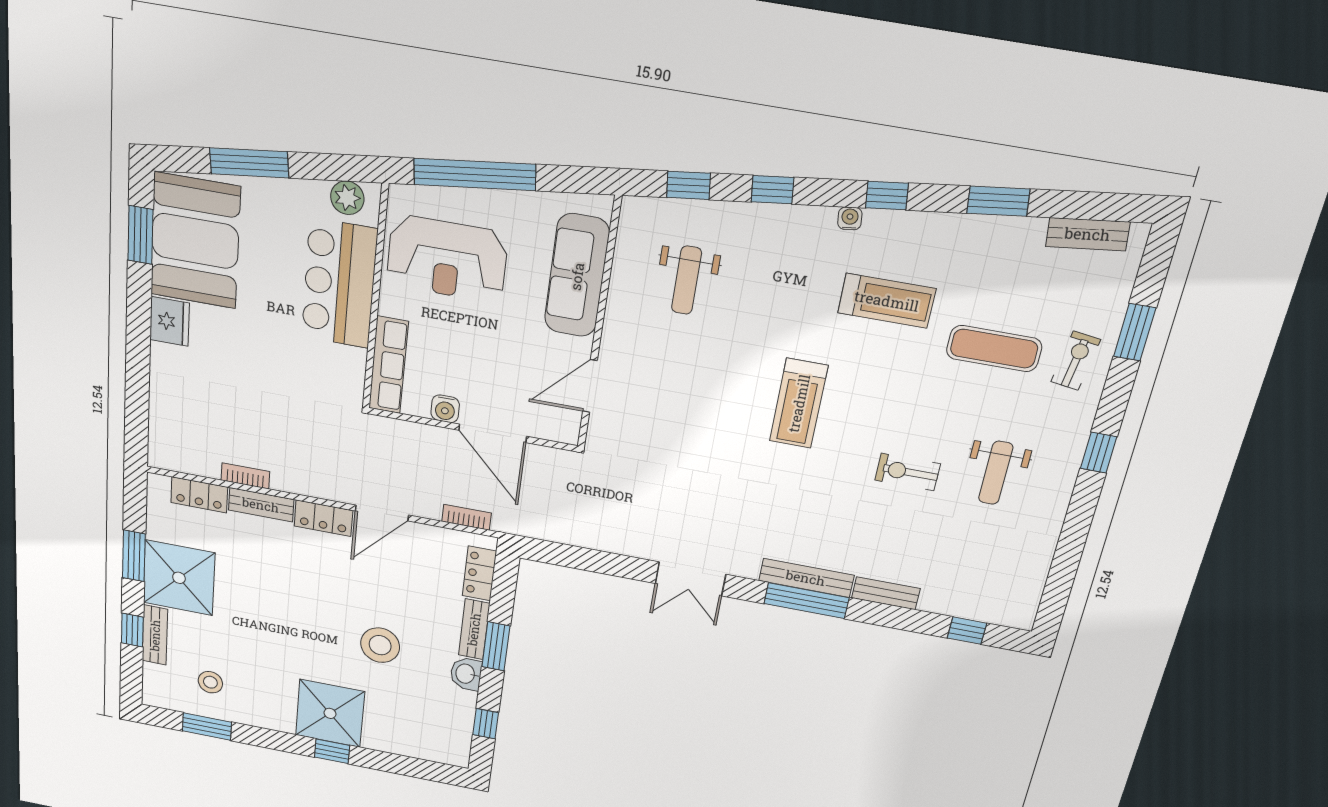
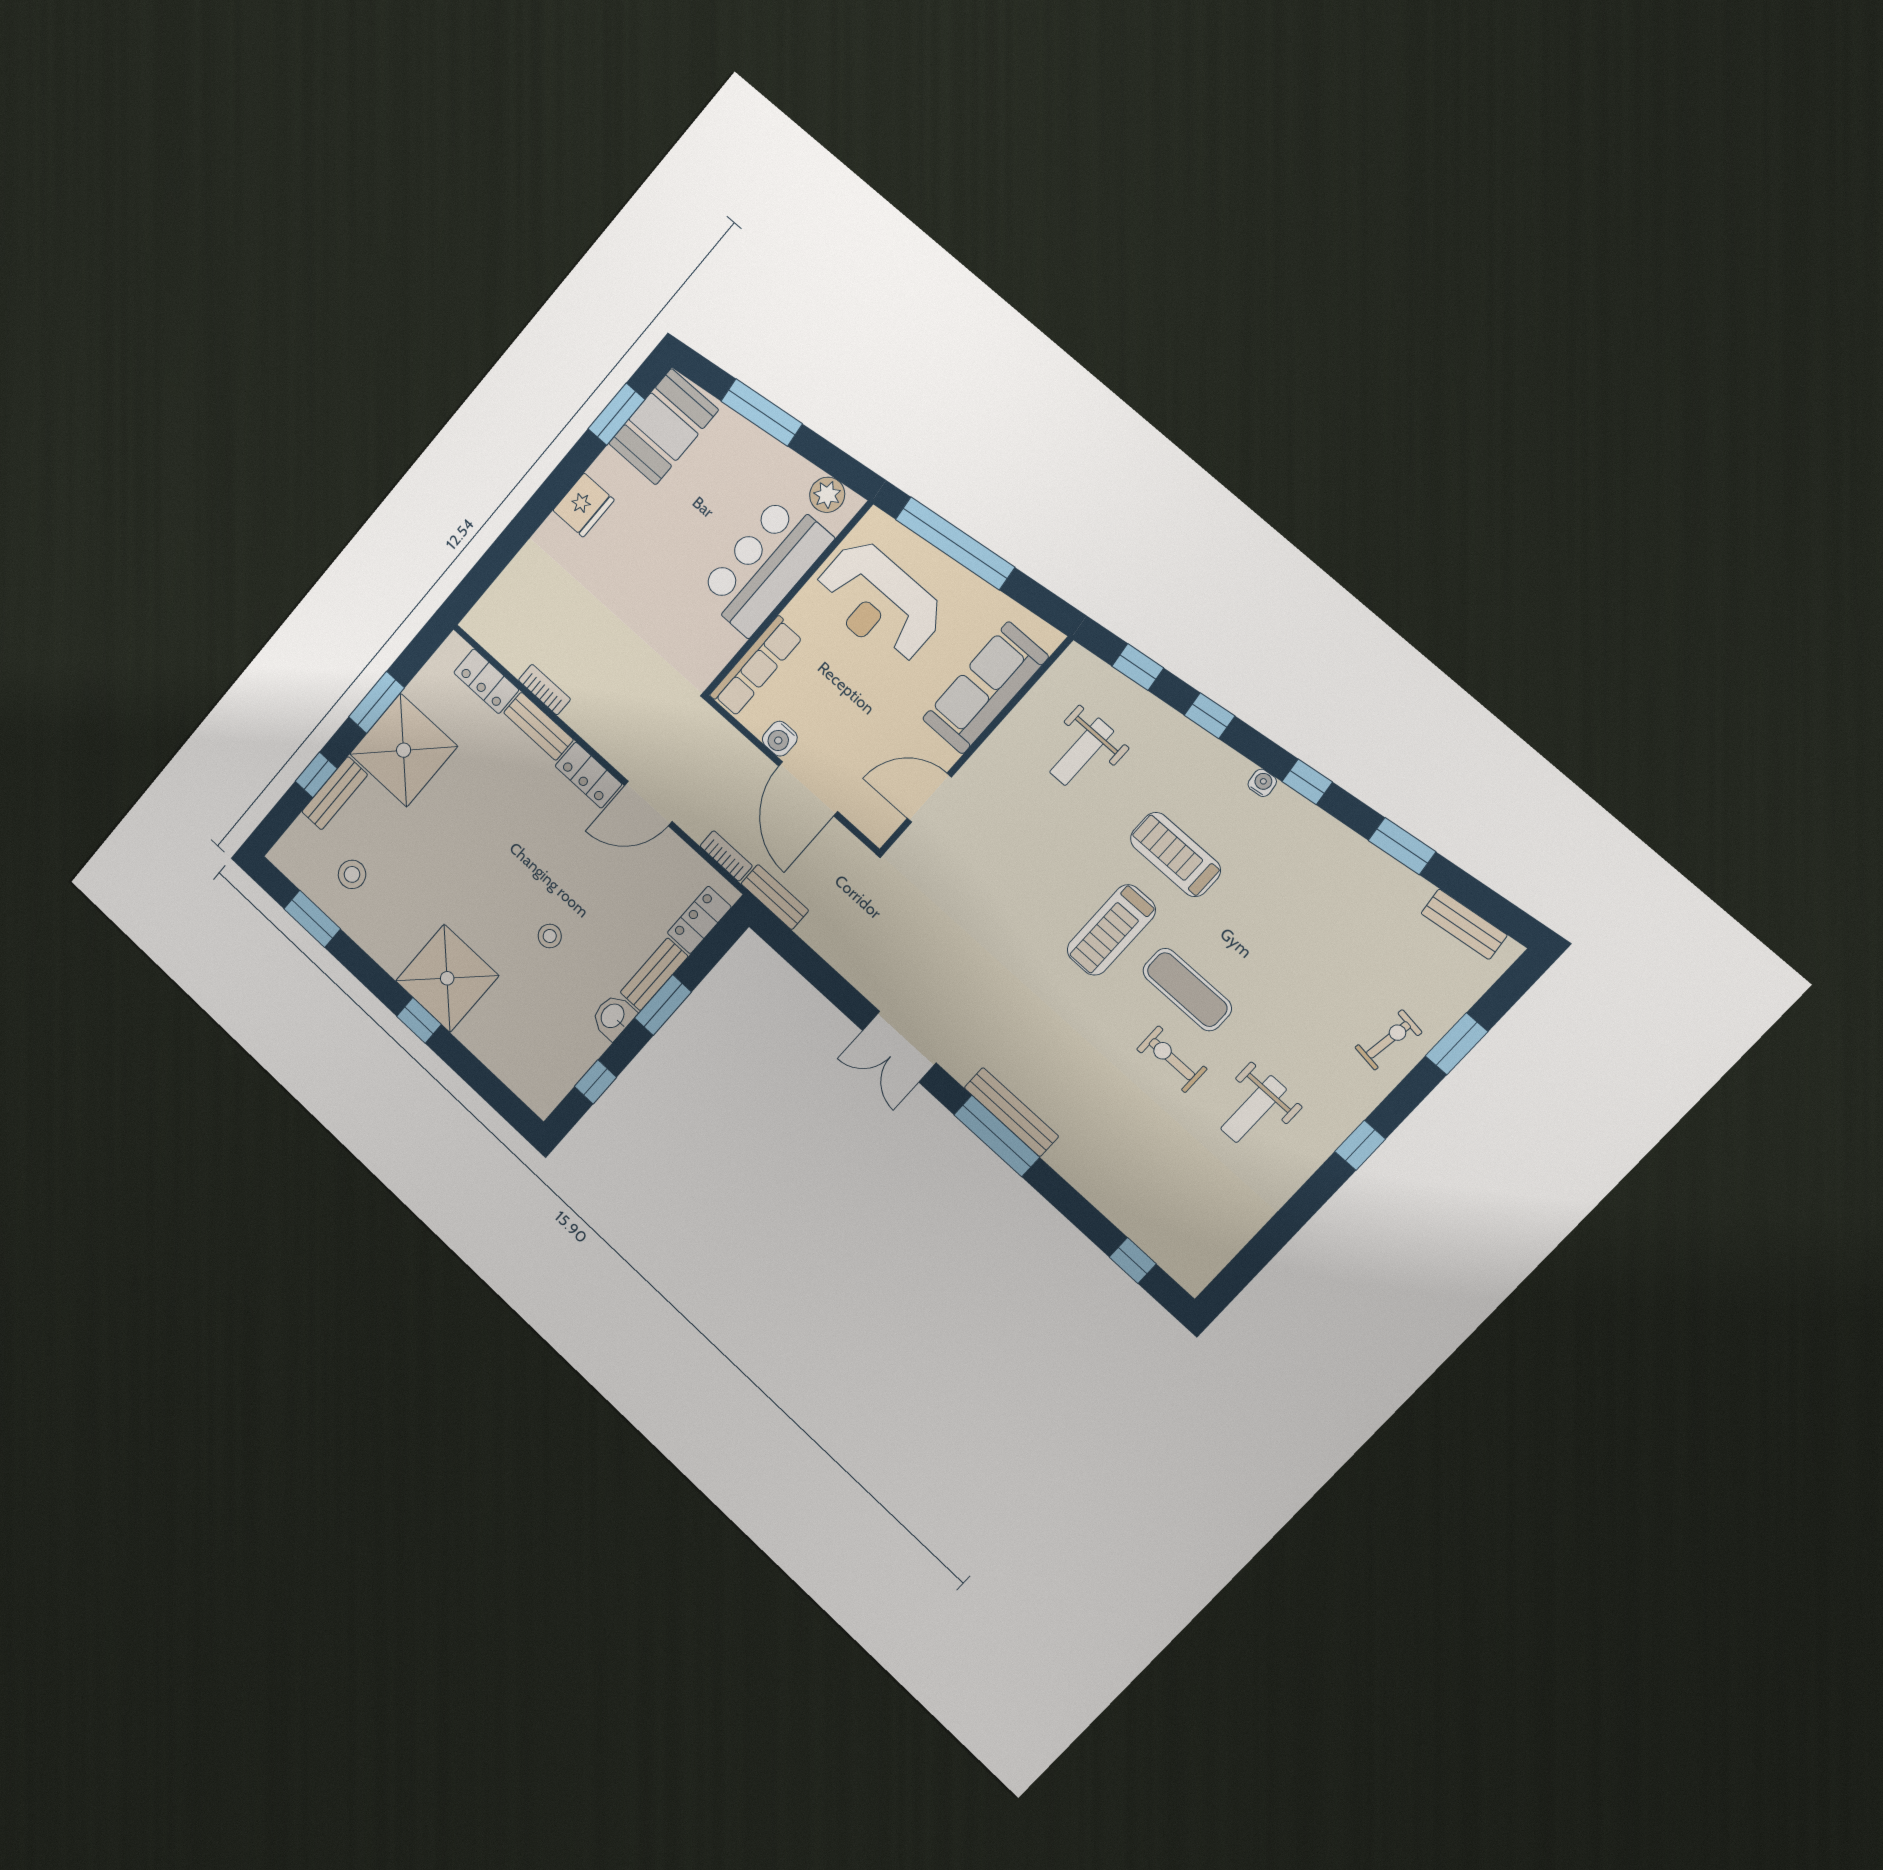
booth: (195, 241) -> (664, 427), width x0.73, depth x0.70
treadmill: (887, 301) -> (1175, 854), moved, turned 180
exercise mat: (994, 349) -> (1187, 990), moved
bench: (886, 593) -> (775, 897), moved
stool: (380, 645) -> (550, 936), width x0.53, depth x0.53

